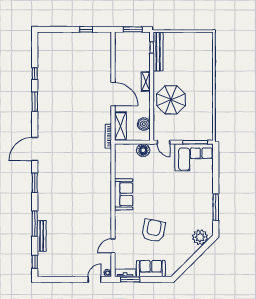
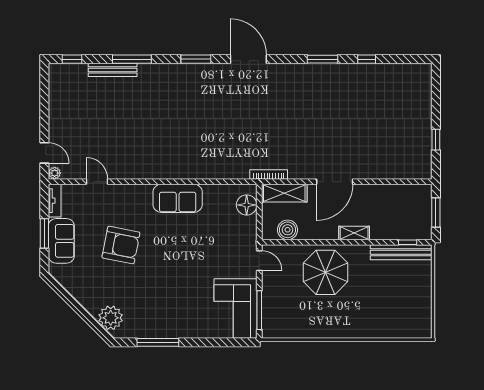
door: (163, 142) -> (259, 261), swing flipped
floor lamp: (143, 150) -> (247, 205), moved
window: (130, 279) -> (44, 233), moved

